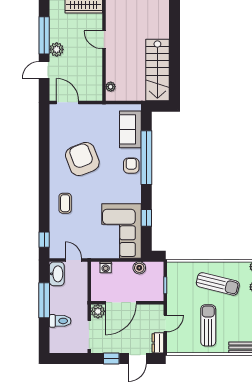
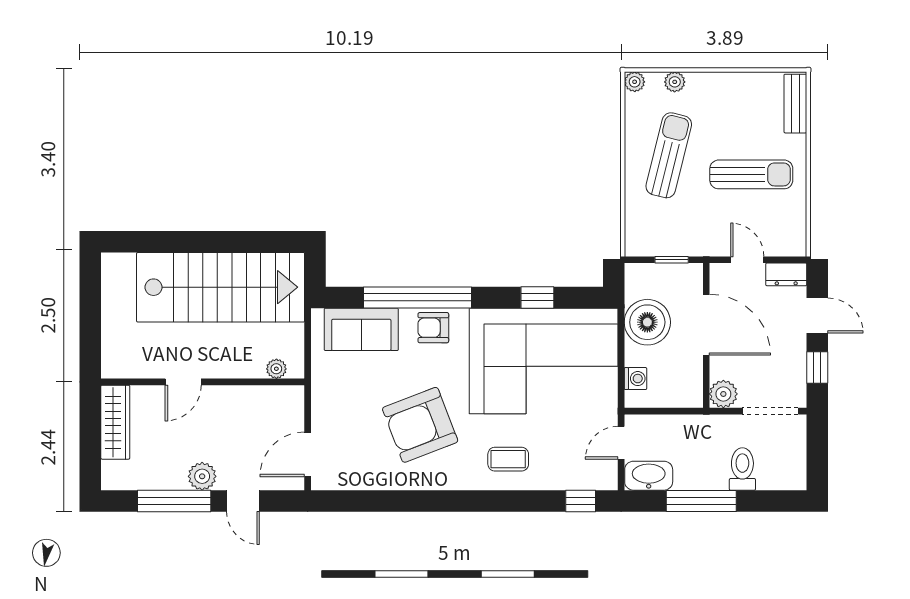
stairs: (157, 70) -> (221, 287), width x1.36, depth x1.51
corner sofa: (121, 231) -> (544, 361), width x1.36, depth x1.36
boiler: (139, 268) -> (647, 322), width x1.86, depth x1.86
door: (121, 303) -> (706, 325), moved
sun lounger: (208, 325) -> (751, 174), turned 180

